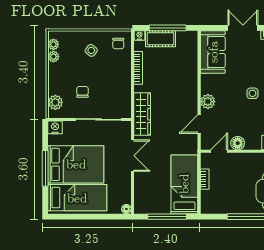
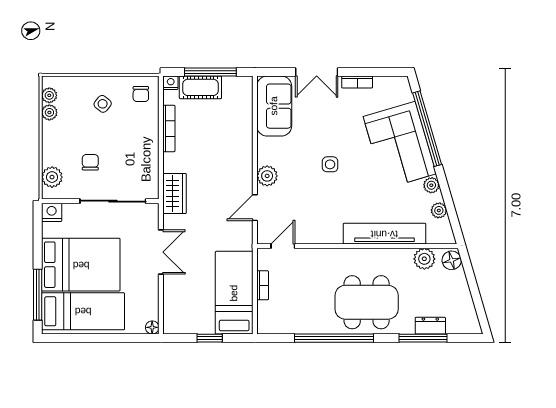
double door: (243, 28) -> (317, 72), swing flipped
wardrobe: (142, 114) -> (175, 194), width x0.67
floor lamp: (238, 143) -> (309, 235), removed
window: (45, 168) -> (38, 295), moved
window: (167, 217) -> (210, 338), width x0.46

